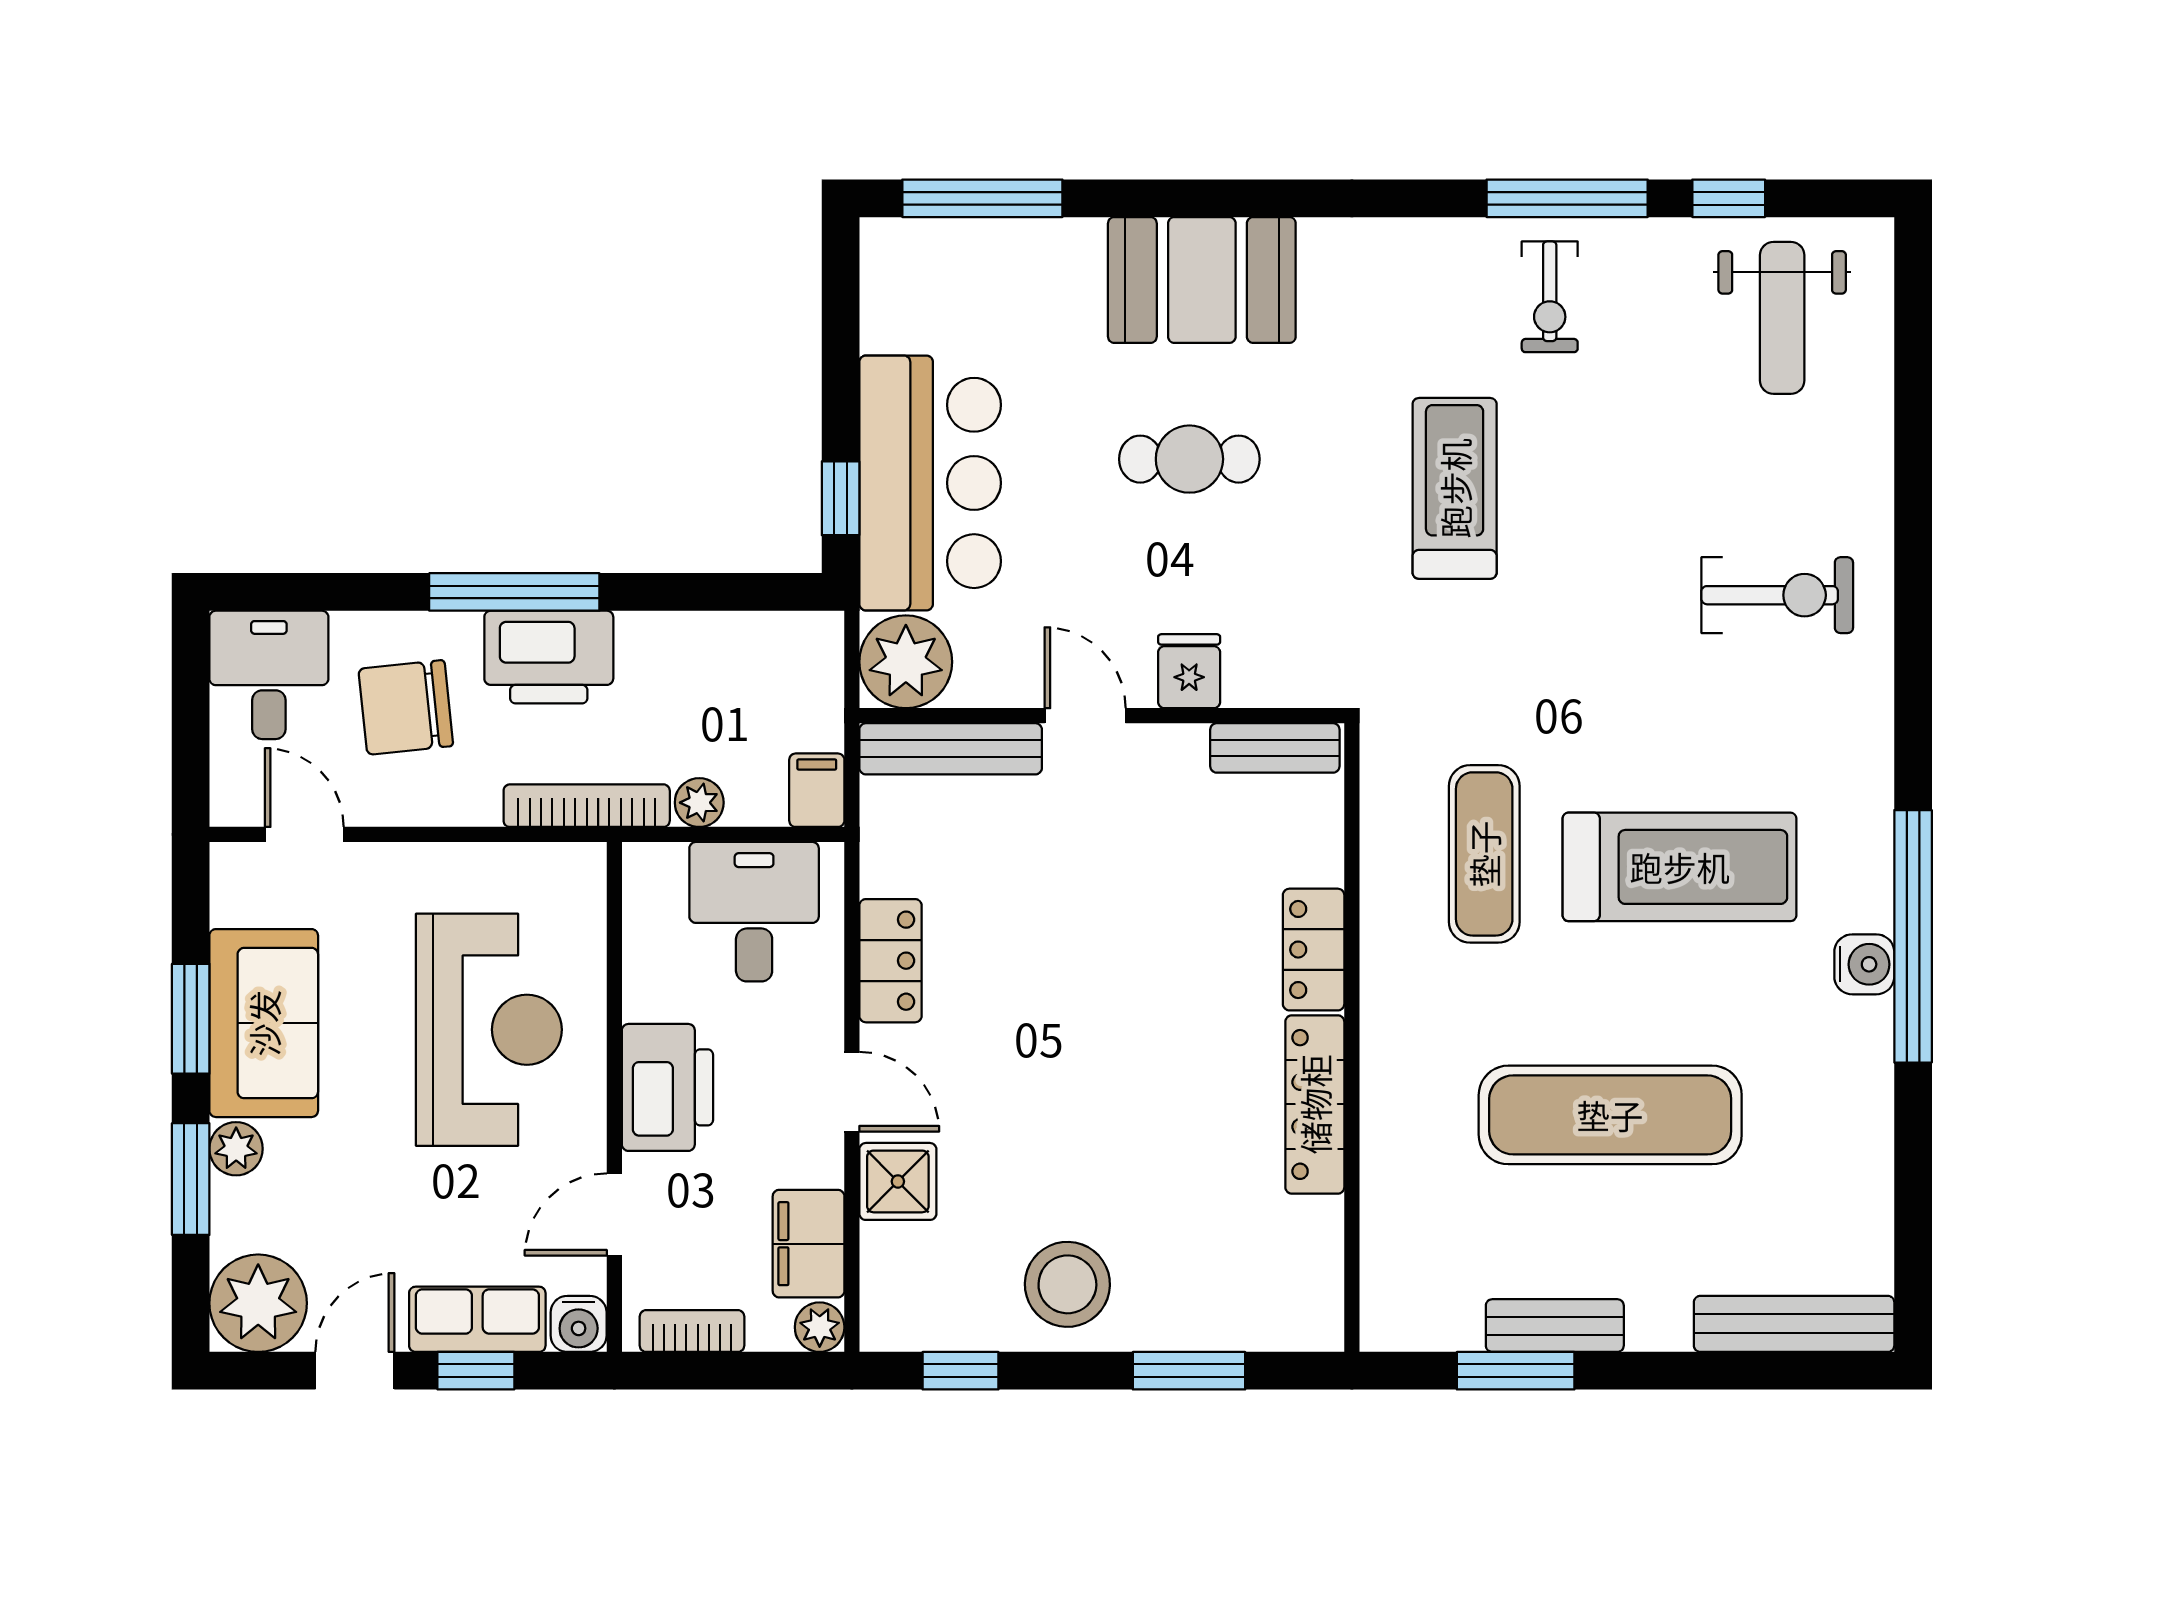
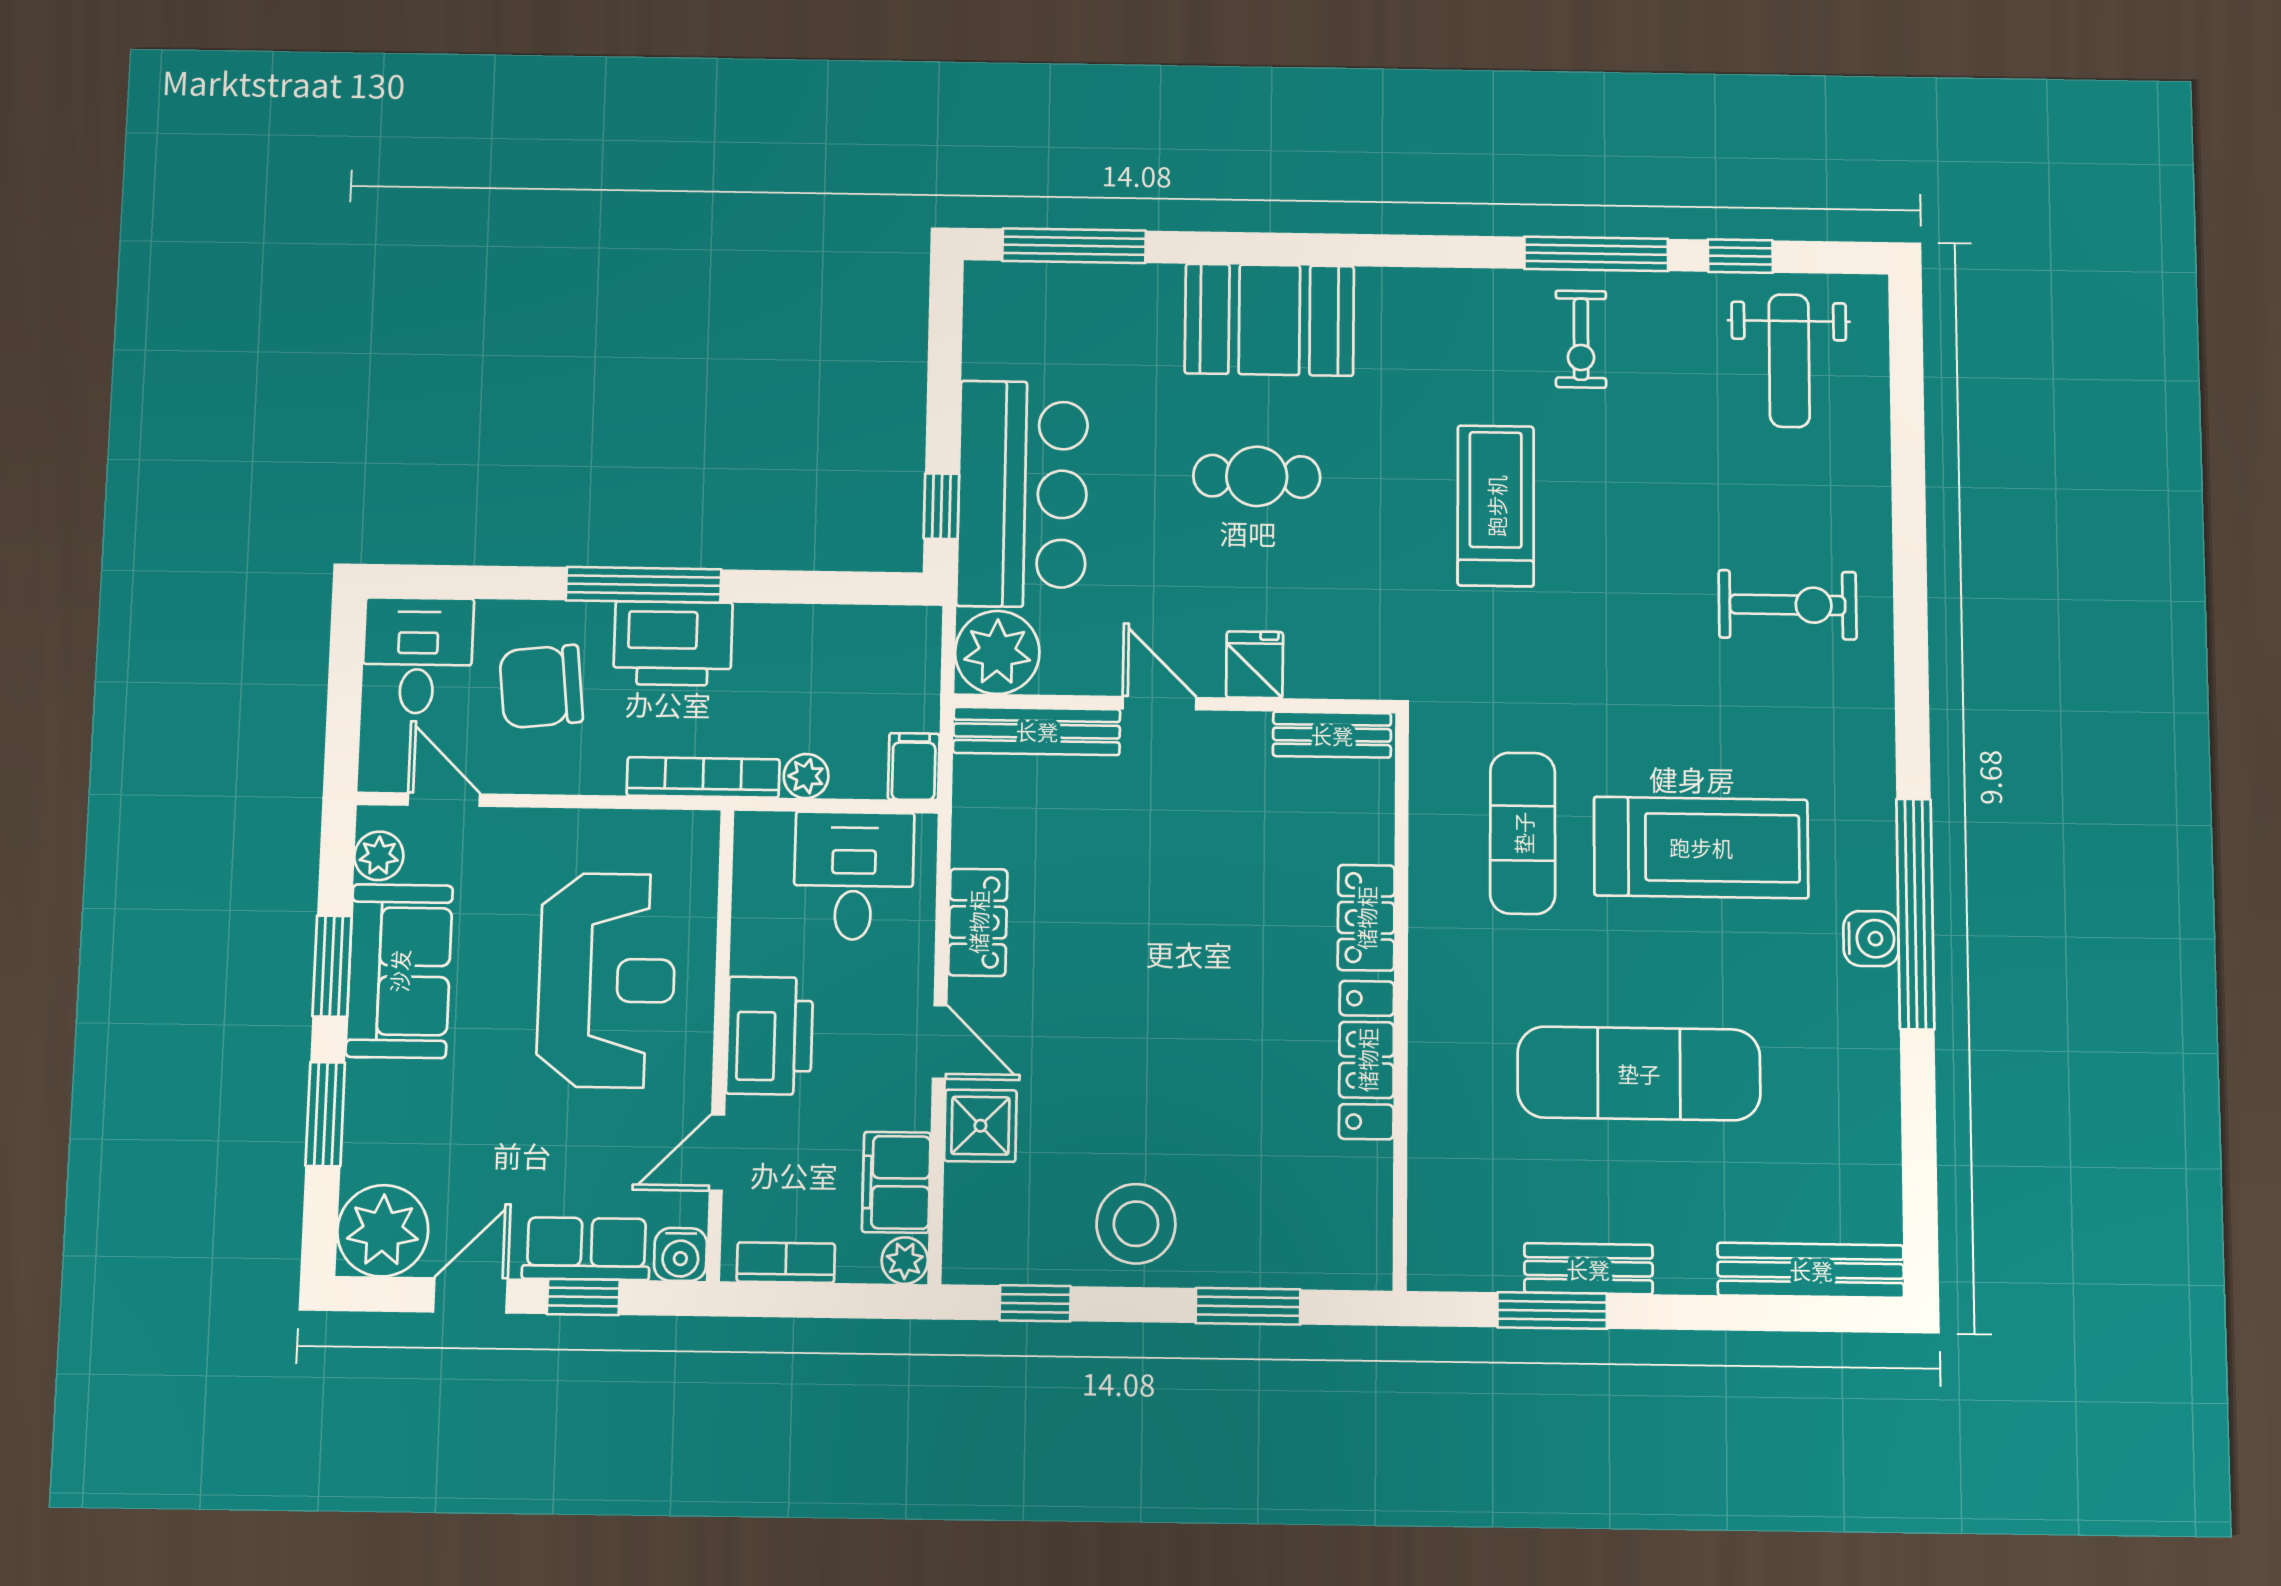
plant: (236, 1149) -> (379, 856), moved

